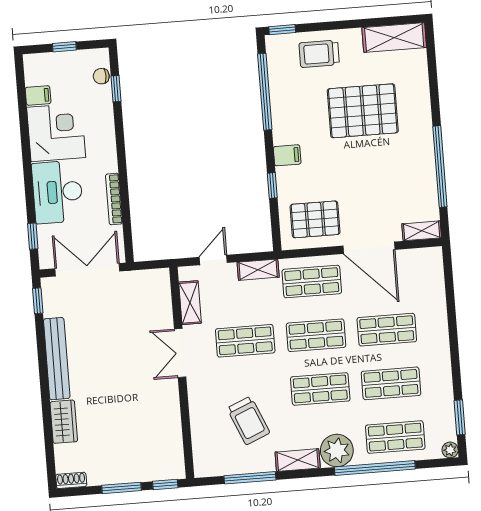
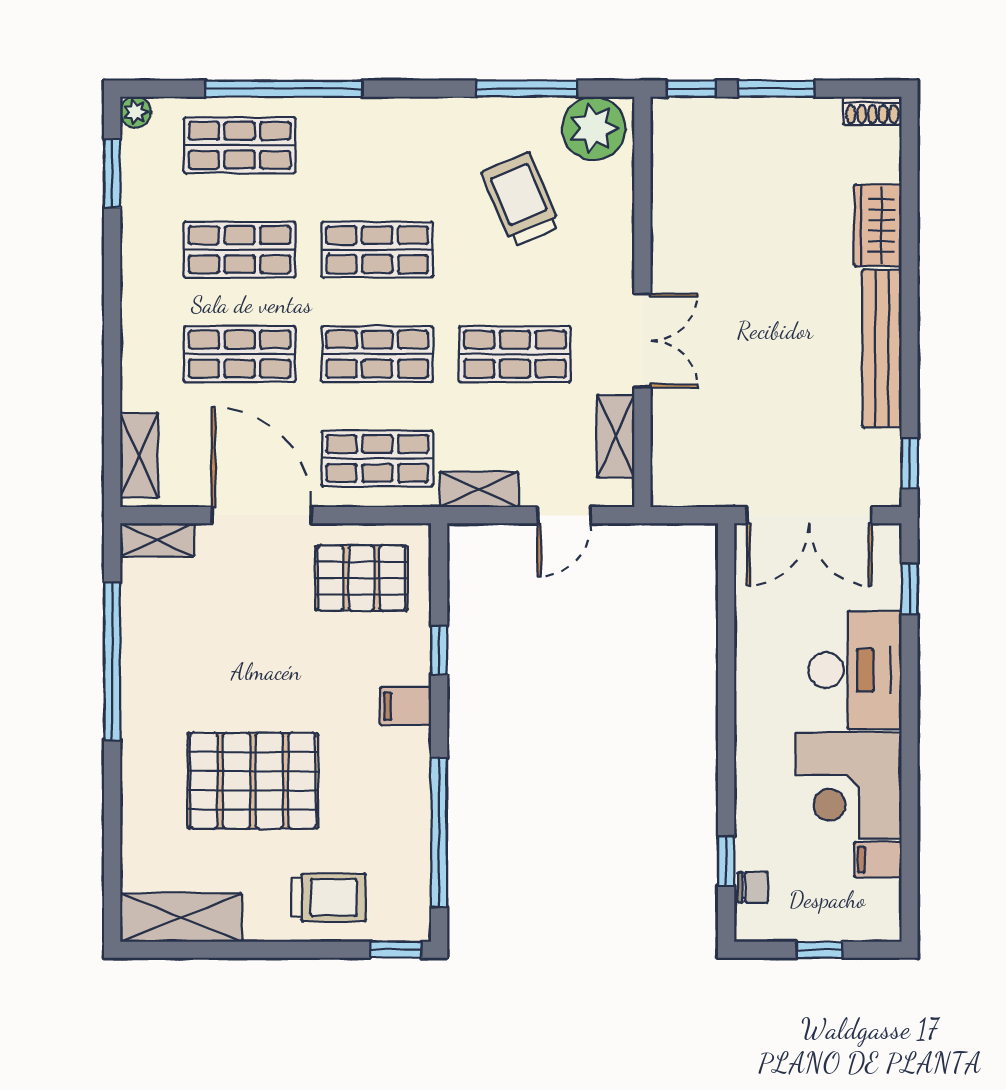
bookcase: (114, 199) -> (747, 648), removed
plant: (337, 450) -> (594, 128), moved
shelving: (298, 460) -> (139, 455), moved, turned 90

